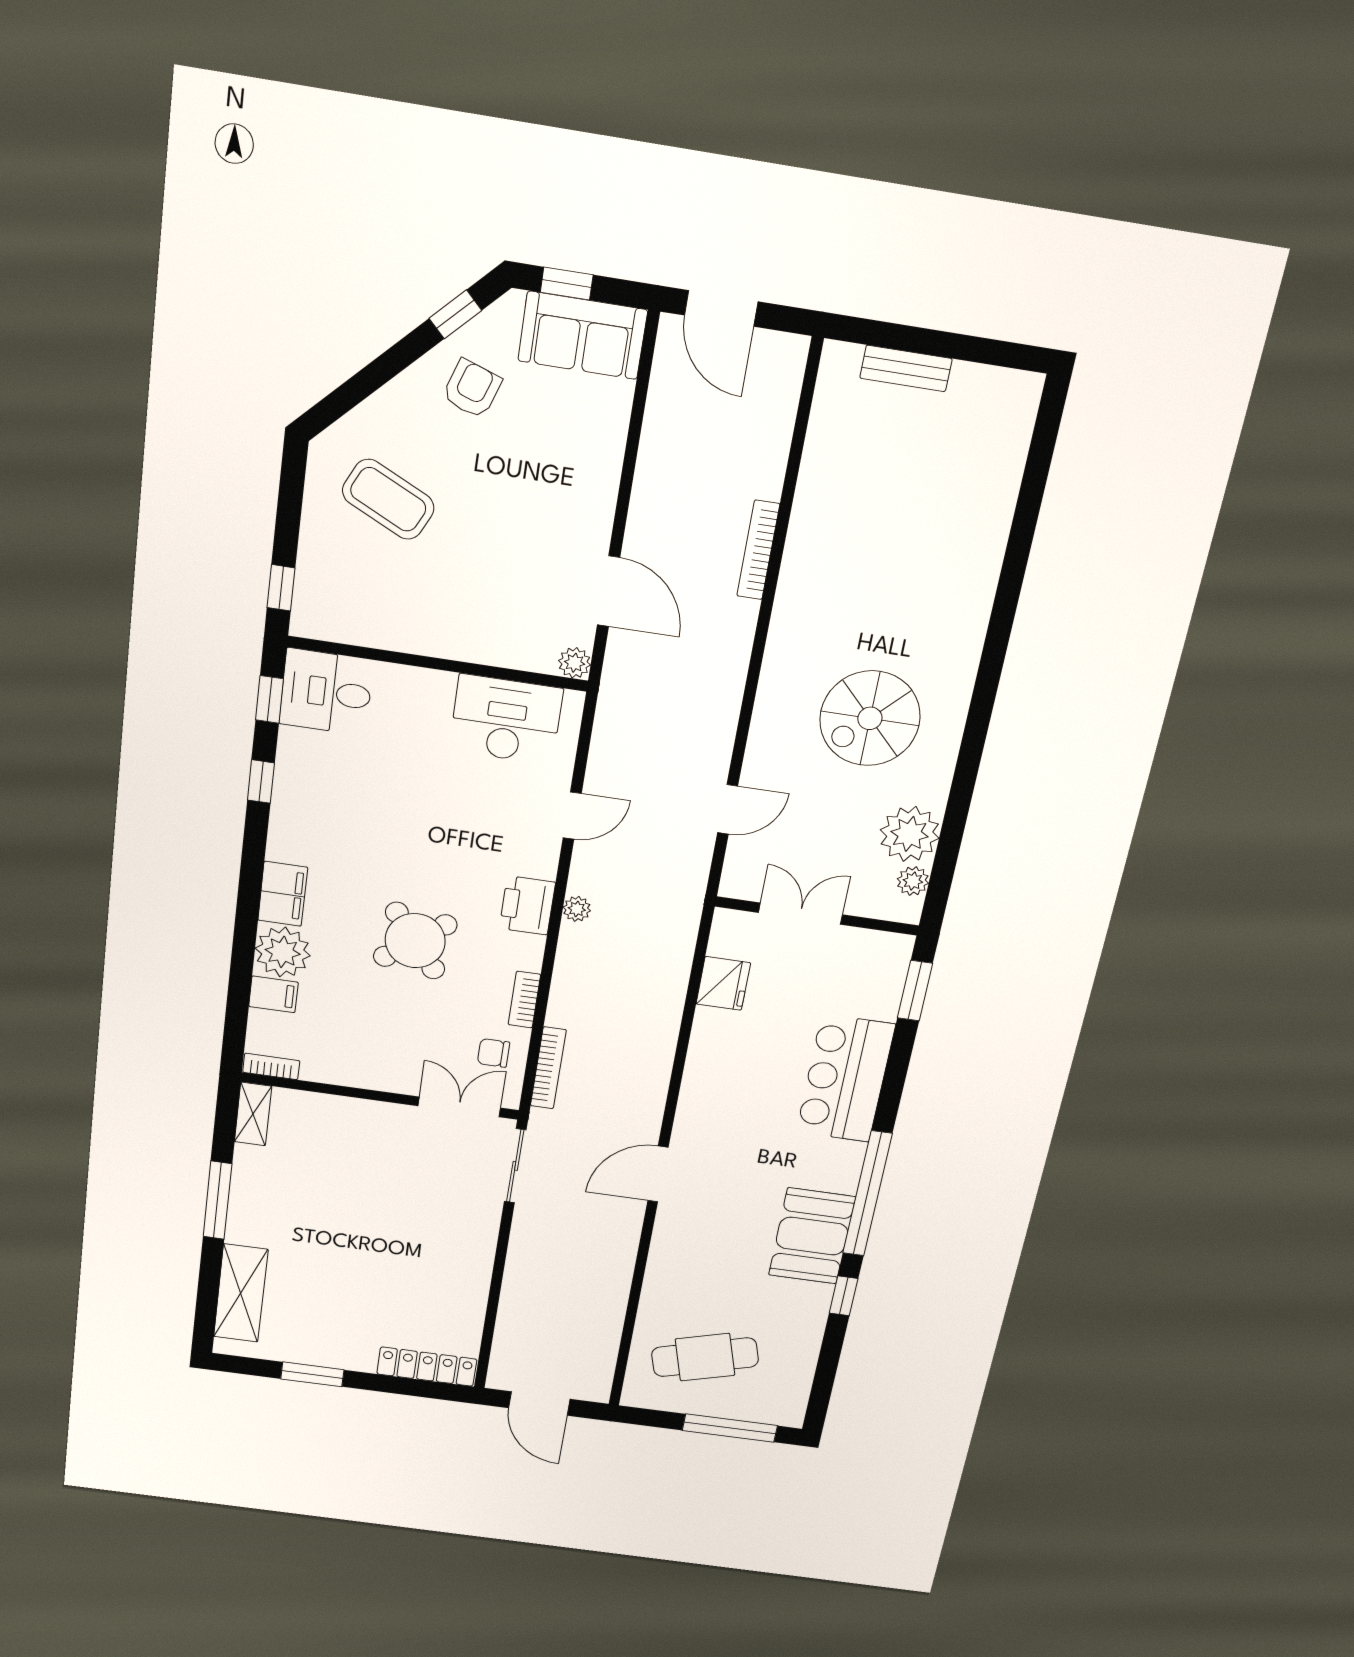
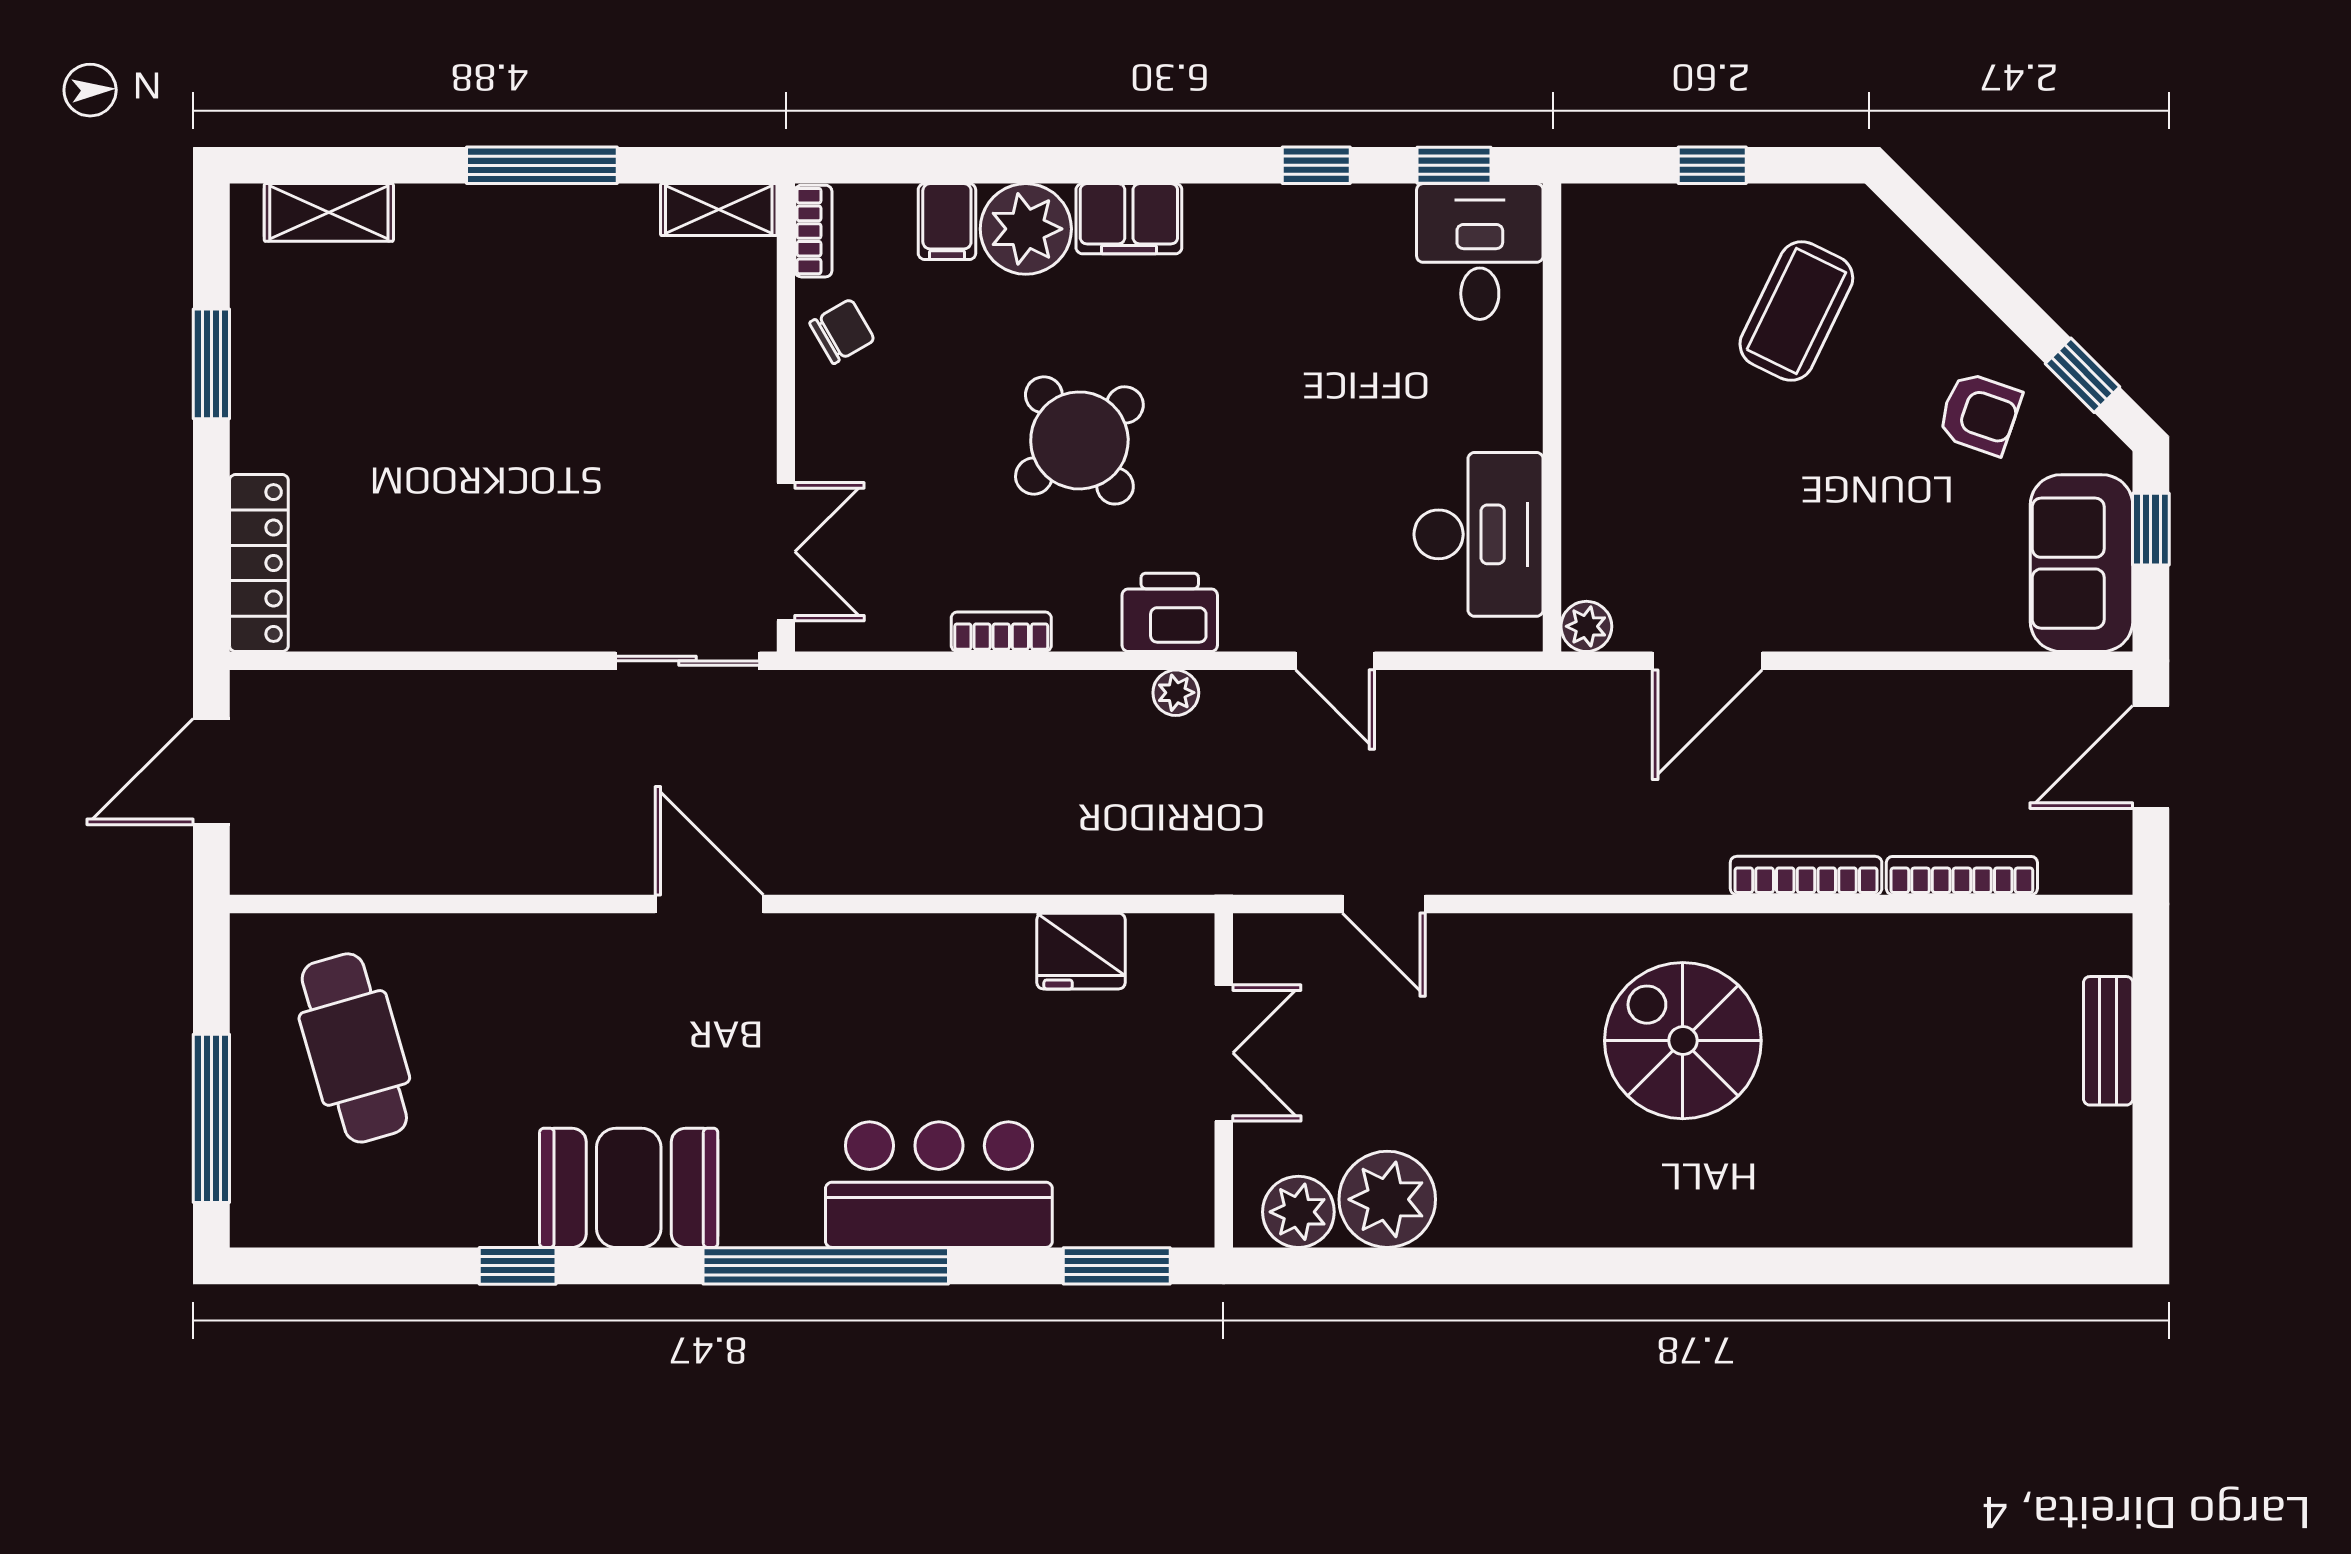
window: (281, 588) -> (1712, 165), moved
spiral stairs: (870, 718) -> (1683, 1041), moved
plant: (913, 881) -> (1298, 1212), width x1.38, depth x1.38
chair: (494, 1053) -> (842, 331), moved, turned 60
bookcase: (548, 1068) -> (1962, 876), moved, turned 180
window: (867, 1194) -> (826, 1266), moved
shelving: (241, 1293) -> (329, 212), width x0.67, depth x0.75

